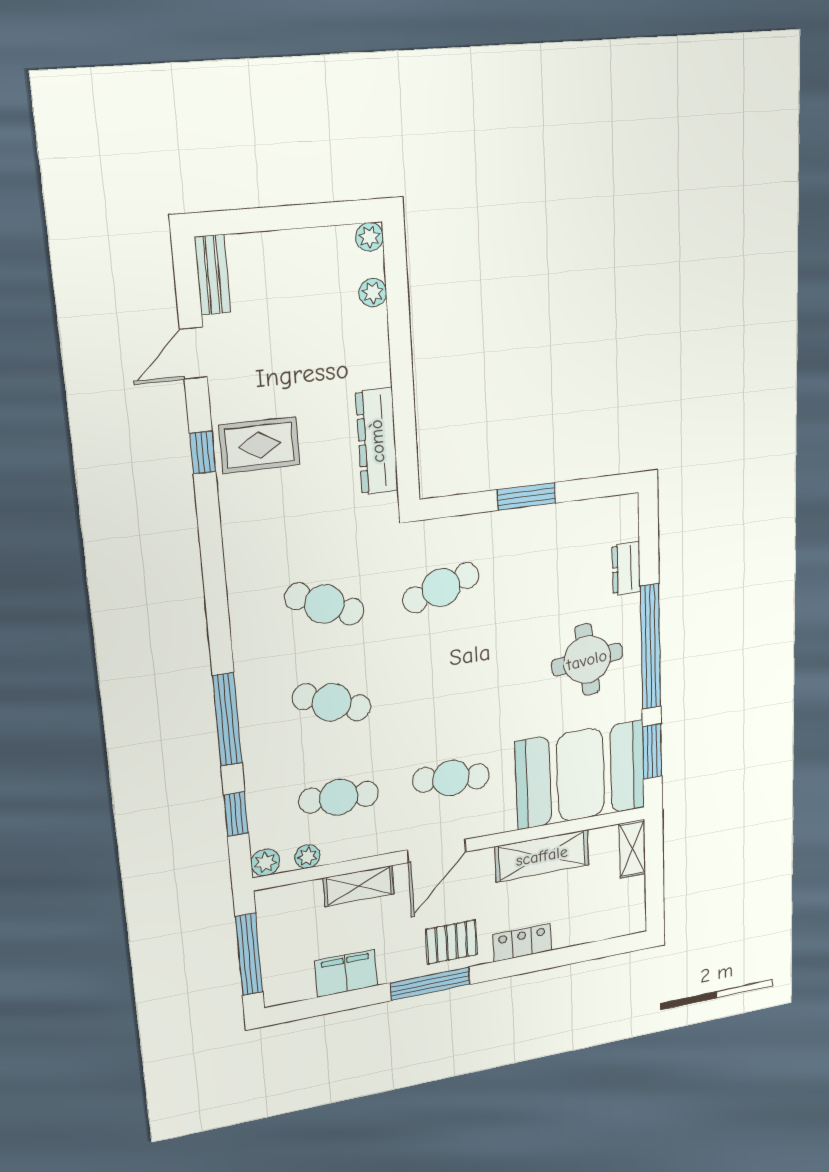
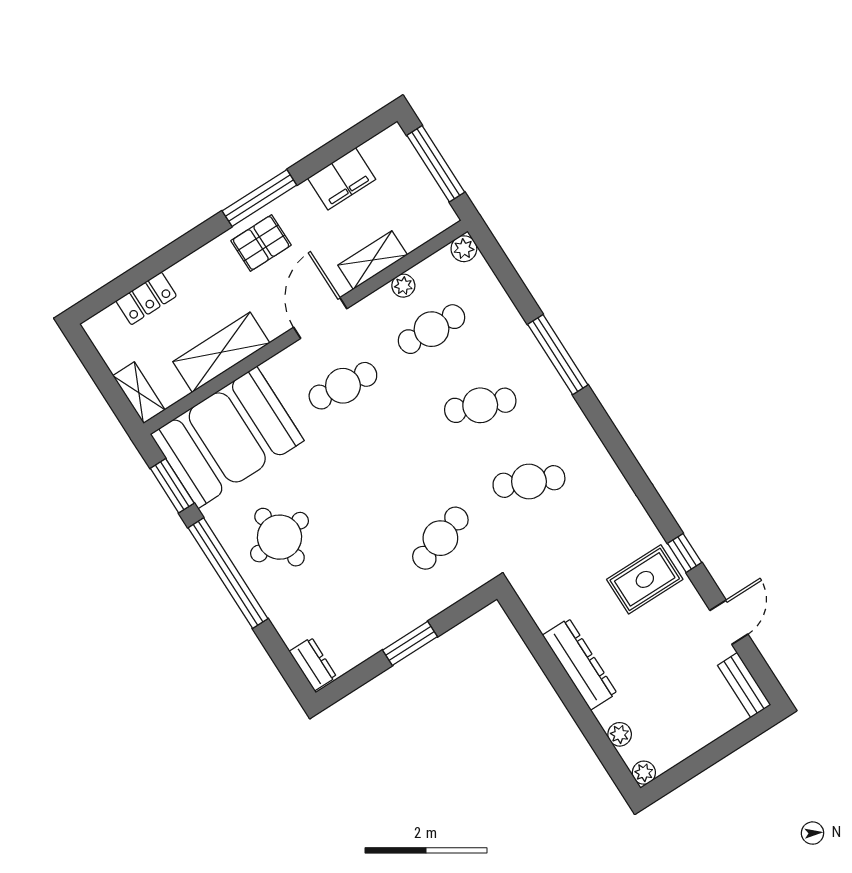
dresser: (377, 441) -> (580, 664), moved
dresser: (626, 568) -> (313, 664), moved
window: (236, 814) -> (510, 280), removed
plant: (307, 856) -> (403, 286), moved
locker: (522, 943) -> (146, 298), moved

